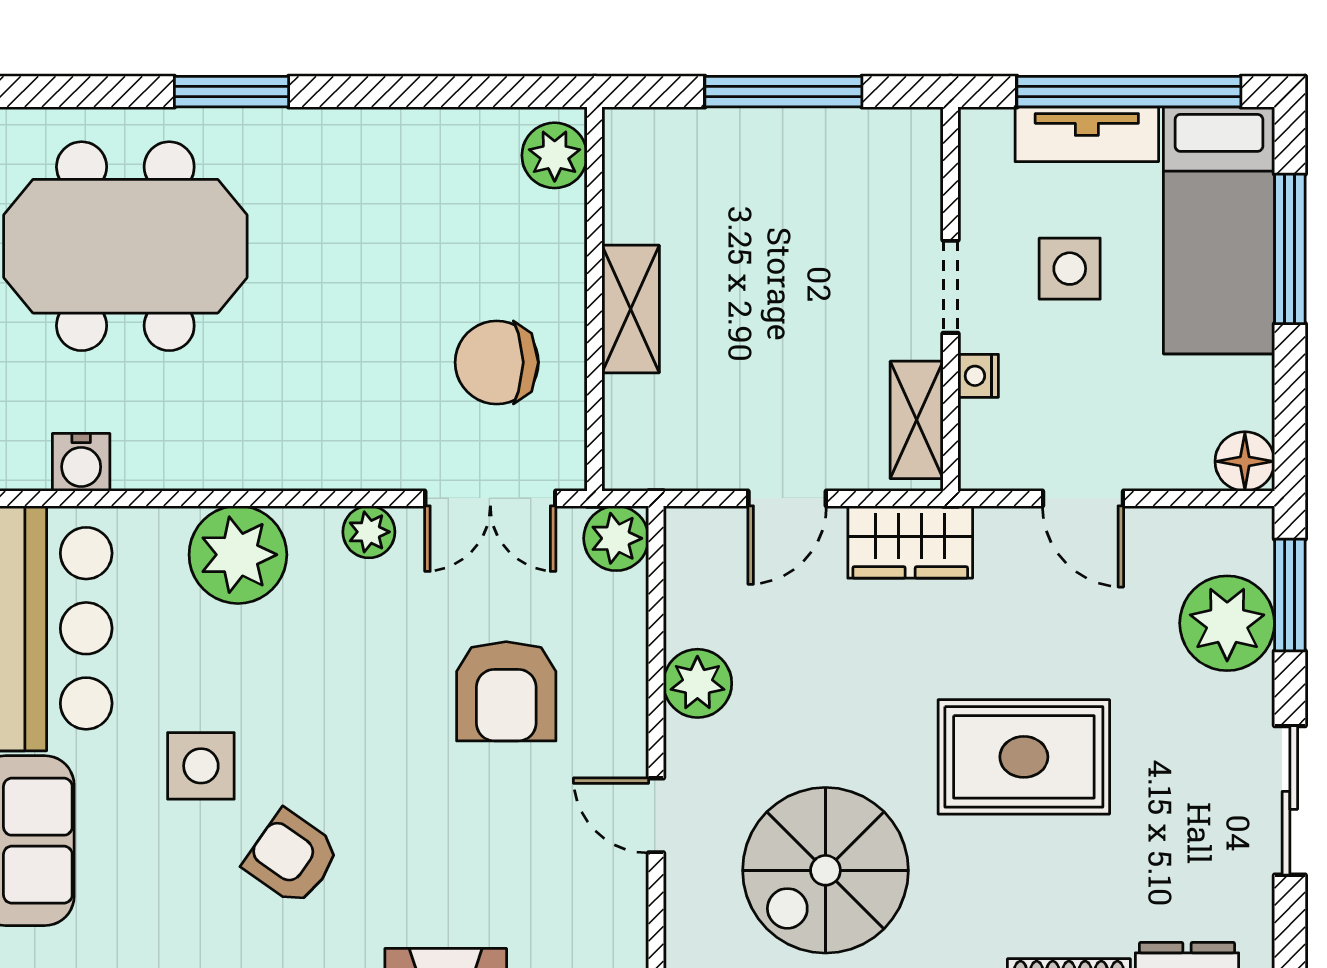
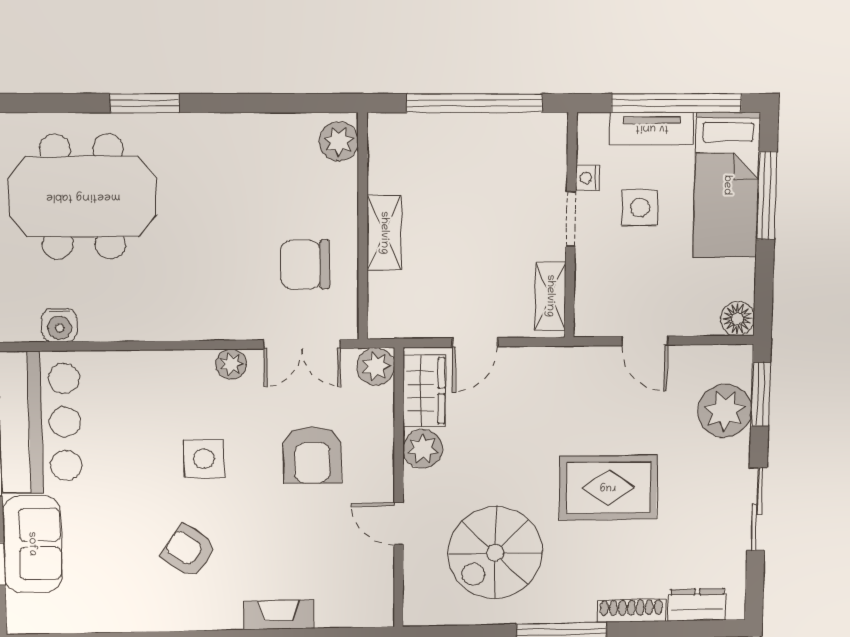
window: (783, 92) -> (474, 103), width x1.46
nightstand: (978, 376) -> (588, 178), moved
wardrobe: (910, 542) -> (424, 391), moved, turned -90
plant: (238, 555) -> (154, 378), removed
side table: (201, 766) -> (204, 459), moved

